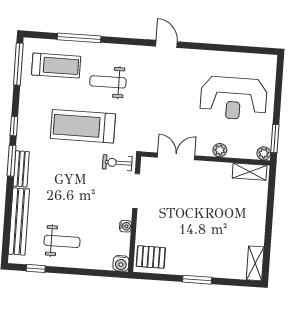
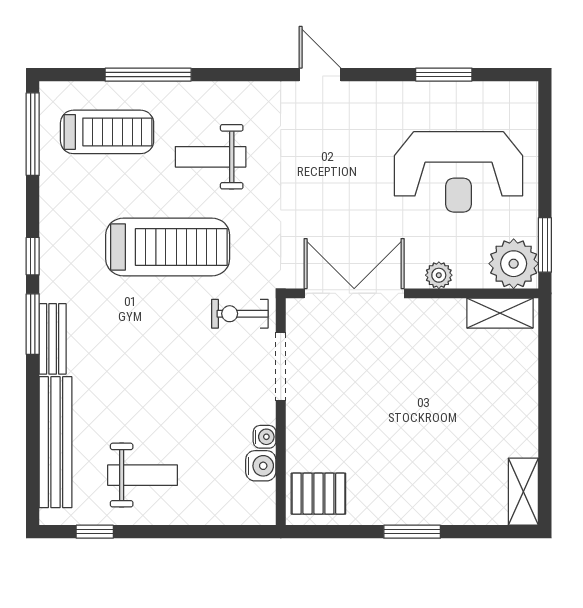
window: (230, 48) -> (444, 75), added
treadmill: (83, 126) -> (168, 247), turned 180
plant: (264, 153) -> (514, 264), width x1.87, depth x1.87
double door: (176, 156) -> (354, 293), width x1.37
water cooler: (121, 263) -> (261, 466), moved, turned -90

